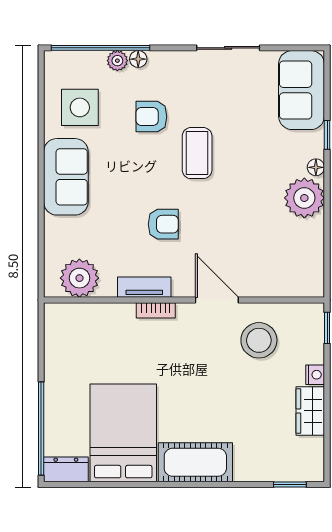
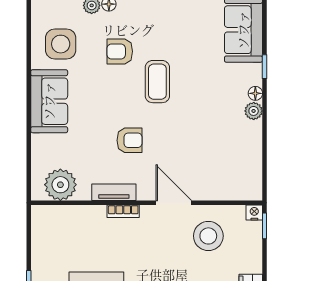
plant: (304, 198) -> (254, 111), width x0.53, depth x0.53
nightstand: (315, 375) -> (254, 213), moved, turned -90

